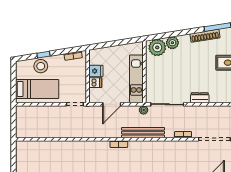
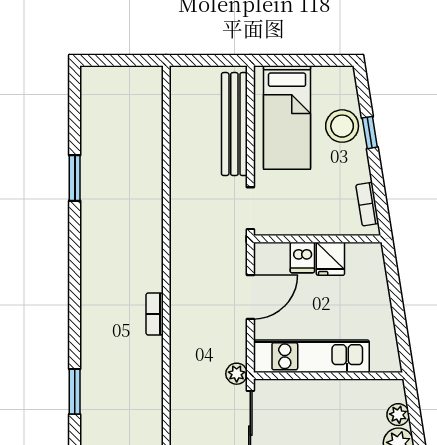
plant: (157, 47) -> (398, 415), width x0.53, depth x0.53
door: (112, 104) -> (250, 297), swing flipped
bench: (143, 133) -> (234, 124), moved

